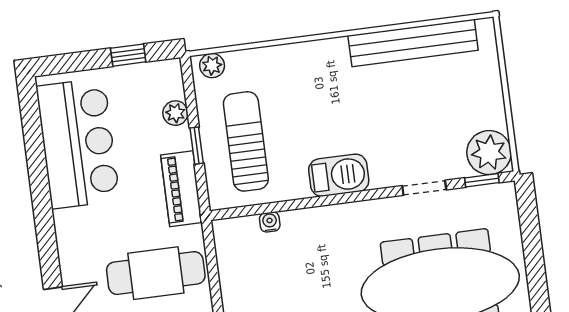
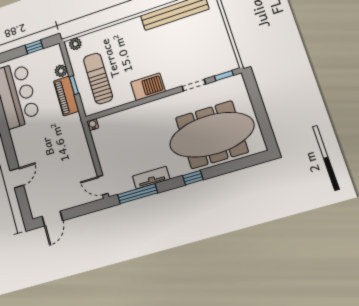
plant: (489, 153) -> (225, 60), removed
piano: (181, 189) -> (66, 96), moved
water cooler: (270, 222) -> (93, 125), moved
cafe table: (156, 273) -> (64, 153), removed

